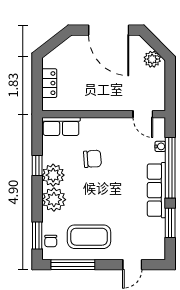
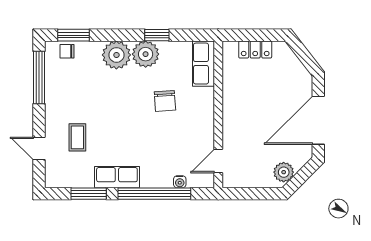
row of seats: (156, 190) -> (117, 177), width x0.68
coffee table: (89, 237) -> (77, 137), moved, width x0.54, depth x0.58

